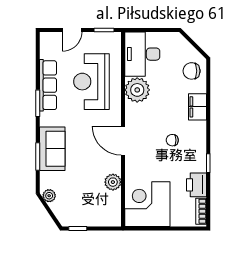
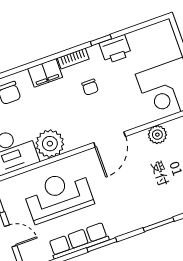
reception desk: (91, 82) -> (58, 196), turned 180
sofa: (52, 149) -> (145, 212), removed
printer: (196, 185) -> (115, 49), moved
bookcase: (201, 211) -> (73, 59), moved

